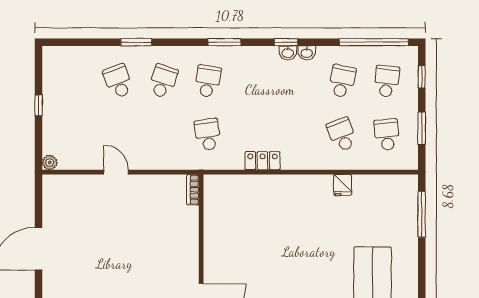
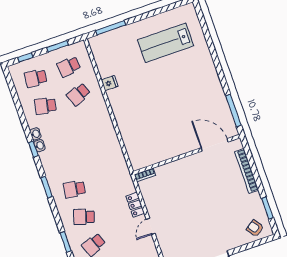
window: (374, 42) -> (14, 95), removed
school desk: (208, 135) -> (107, 178), removed
locker: (263, 161) -> (135, 205), moved

